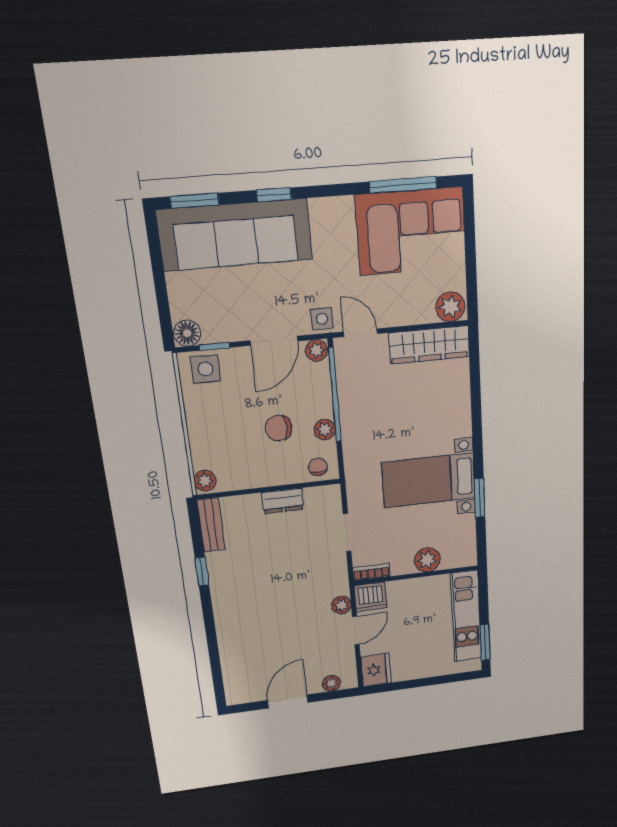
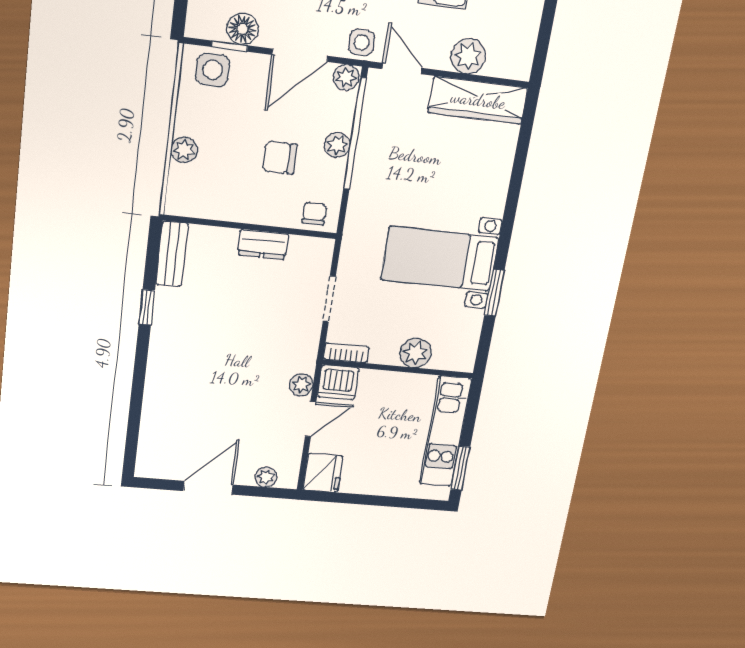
plant: (450, 307) -> (468, 56), moved
floor lamp: (187, 333) -> (242, 29), moved
plant: (325, 430) -> (337, 145), moved
plant: (205, 481) -> (184, 150), moved

